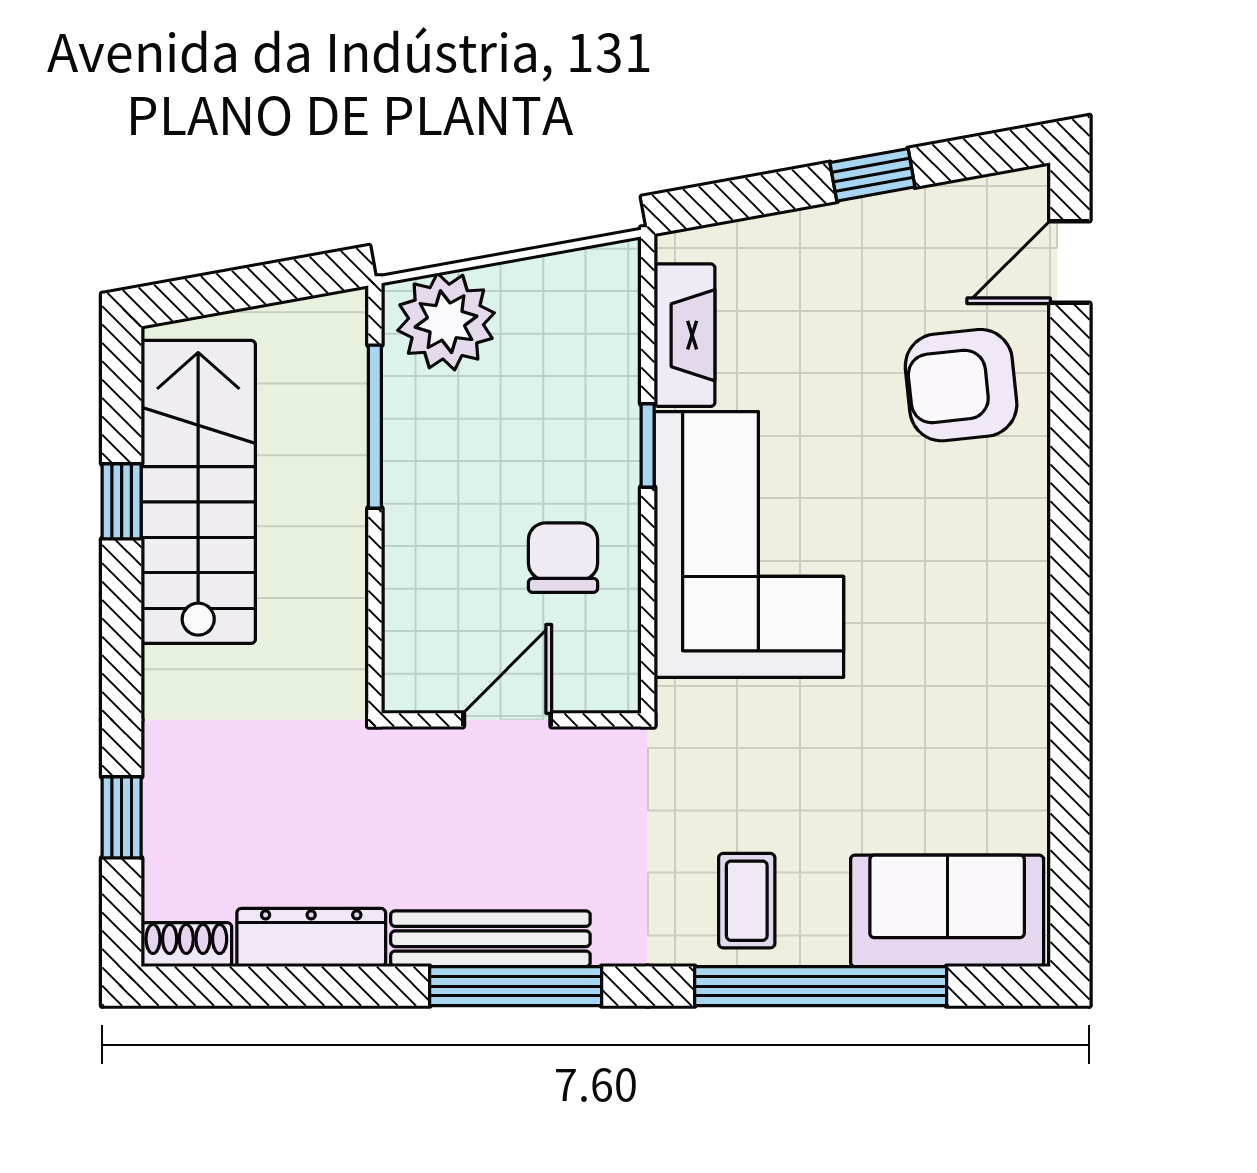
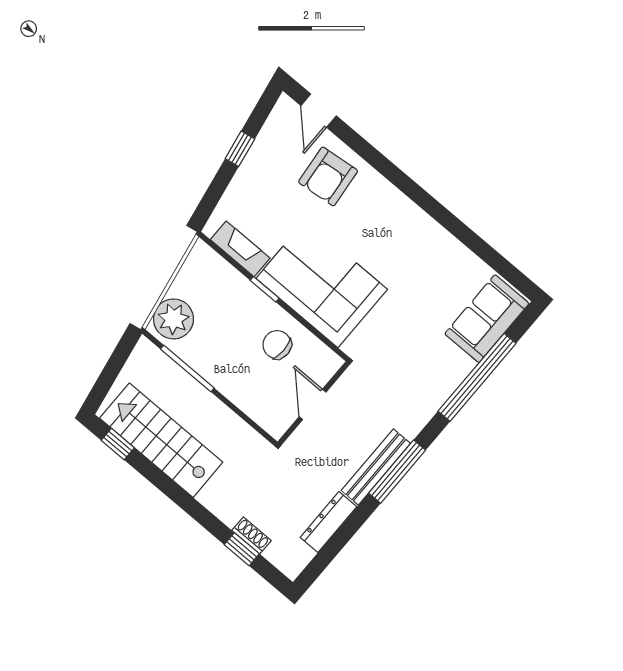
window: (122, 501) -> (118, 444), moved
coffee table: (747, 901) -> (431, 378), removed
shoe rack: (186, 945) -> (251, 535), moved, turned 90

